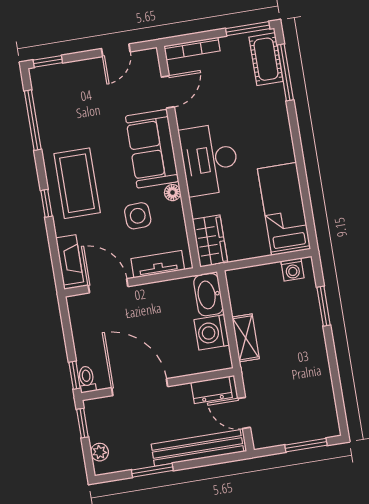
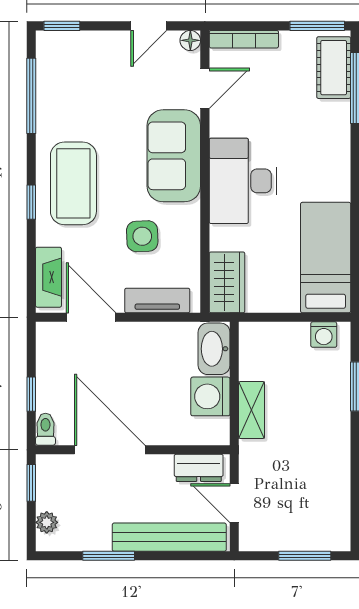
floor lamp: (173, 193) -> (190, 40), moved
window: (75, 375) -> (31, 394), moved

